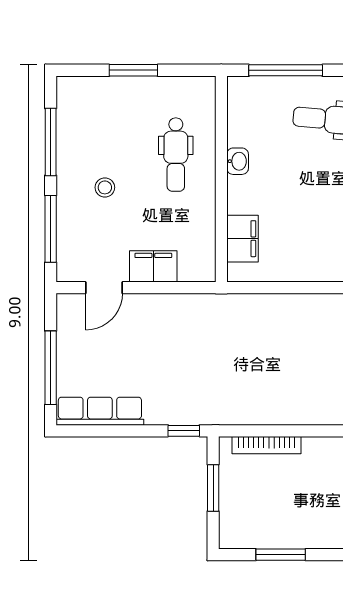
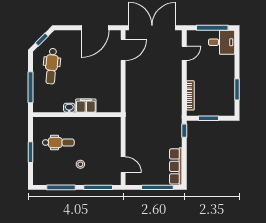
dental chair: (176, 155) -> (58, 142), moved
filing cabinet: (242, 239) -> (86, 106), moved
filing cabinet: (153, 266) -> (114, 144), removed

